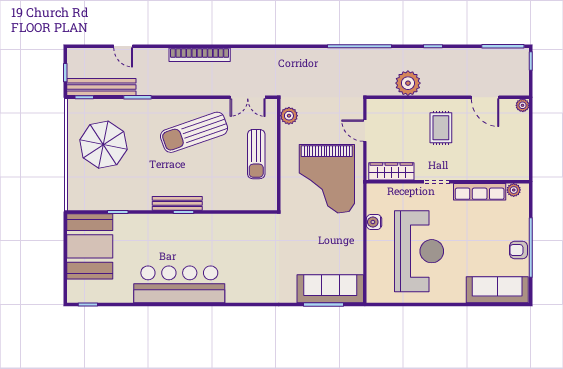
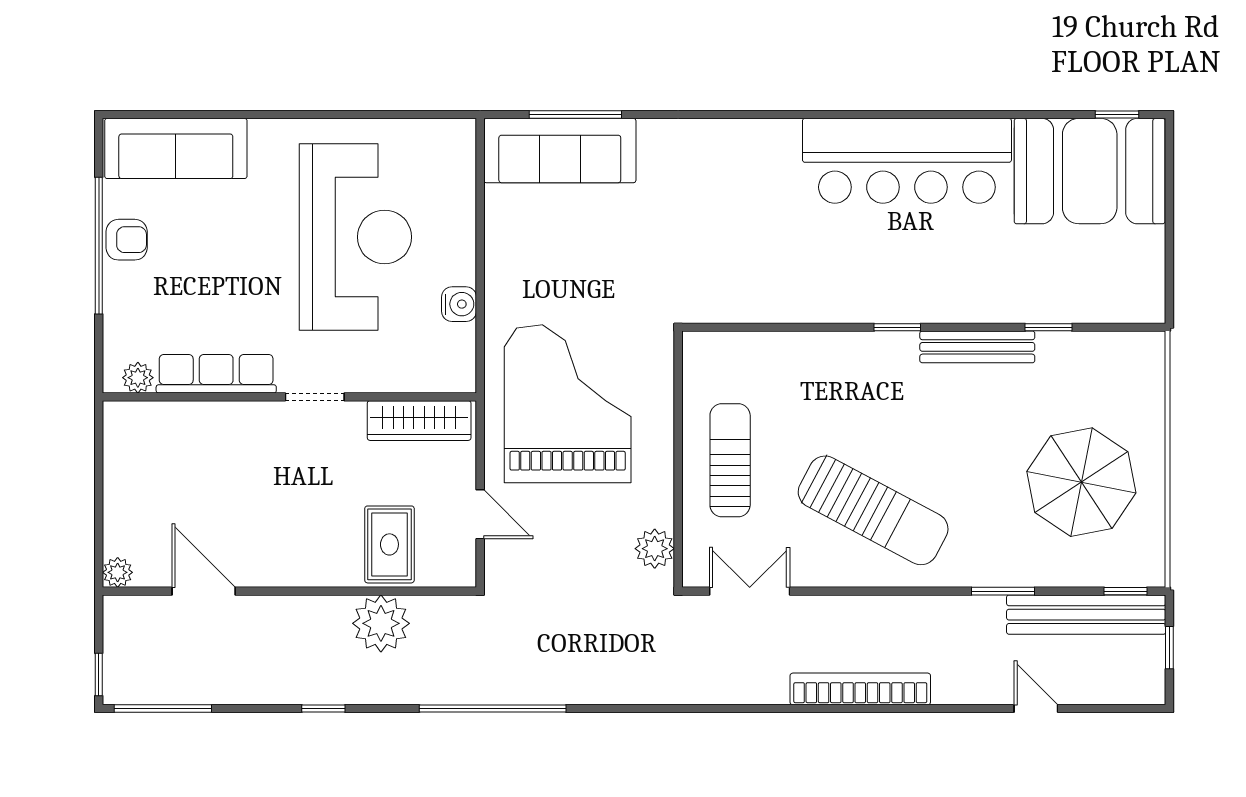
rug: (441, 128) -> (389, 544), moved
sun lounger: (194, 132) -> (873, 510), turned 47
bench: (177, 203) -> (977, 347), moved
booth: (90, 246) -> (1090, 171), moved, turned 90
reception desk: (419, 251) -> (355, 237), turned 180

